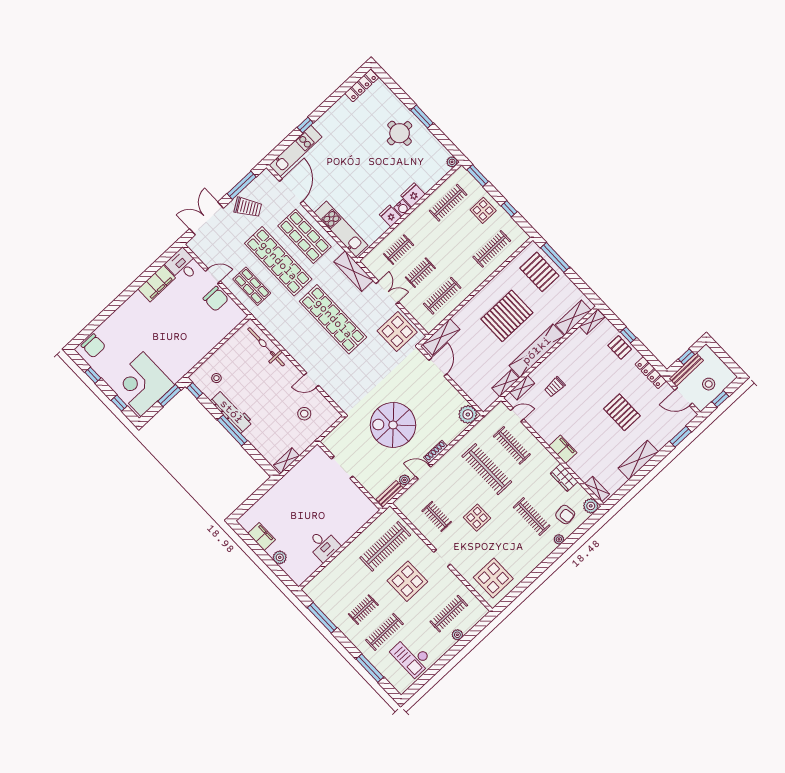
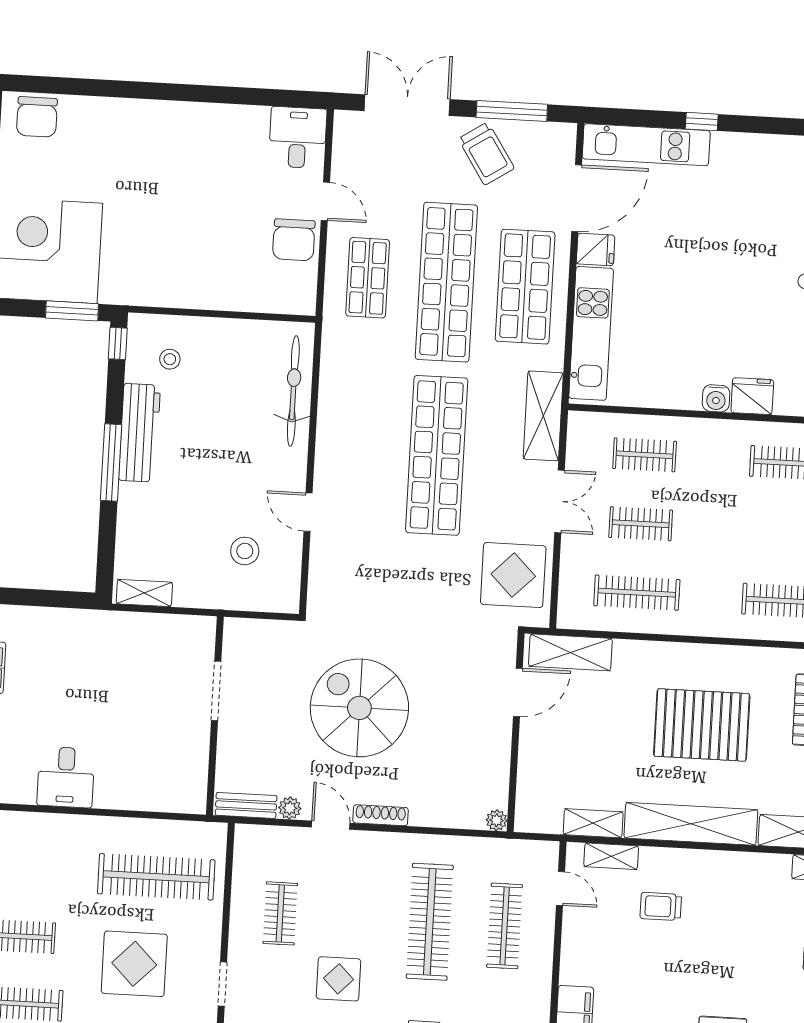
fridge: (390, 216) -> (596, 249), moved, turned 90
filing cabinet: (157, 283) -> (230, 124), removed
plant: (468, 414) -> (497, 820), width x0.53, depth x0.53

